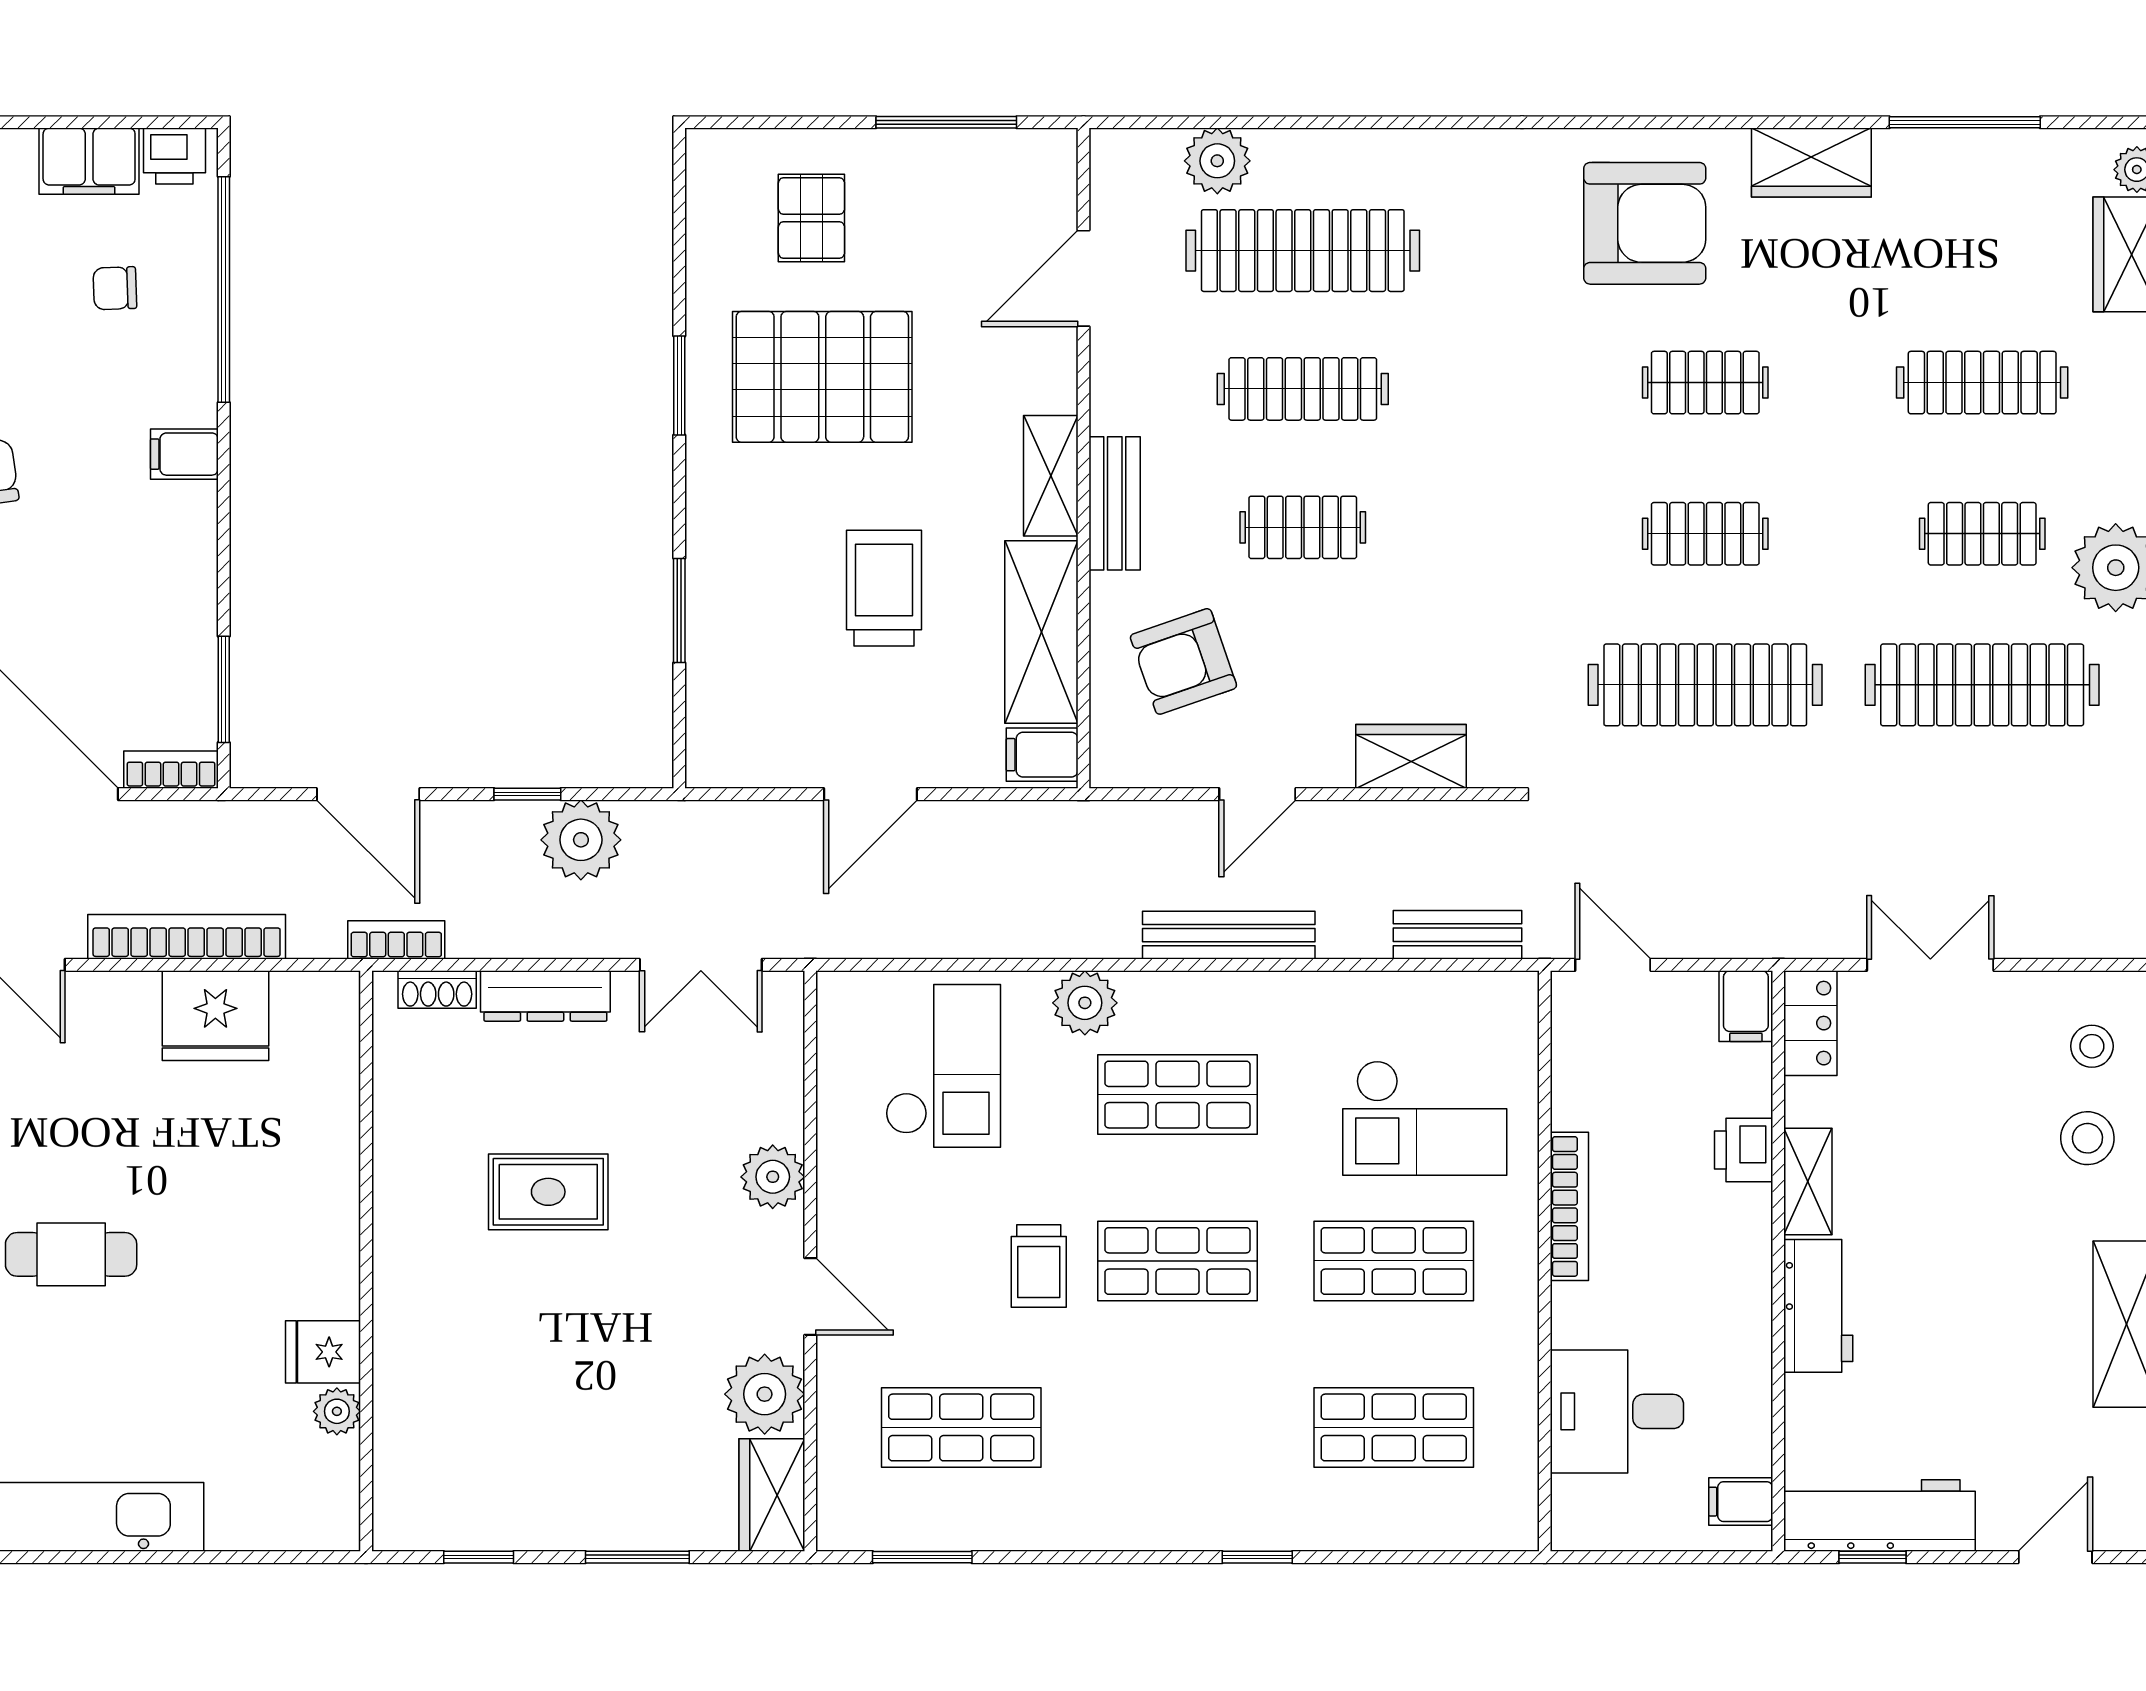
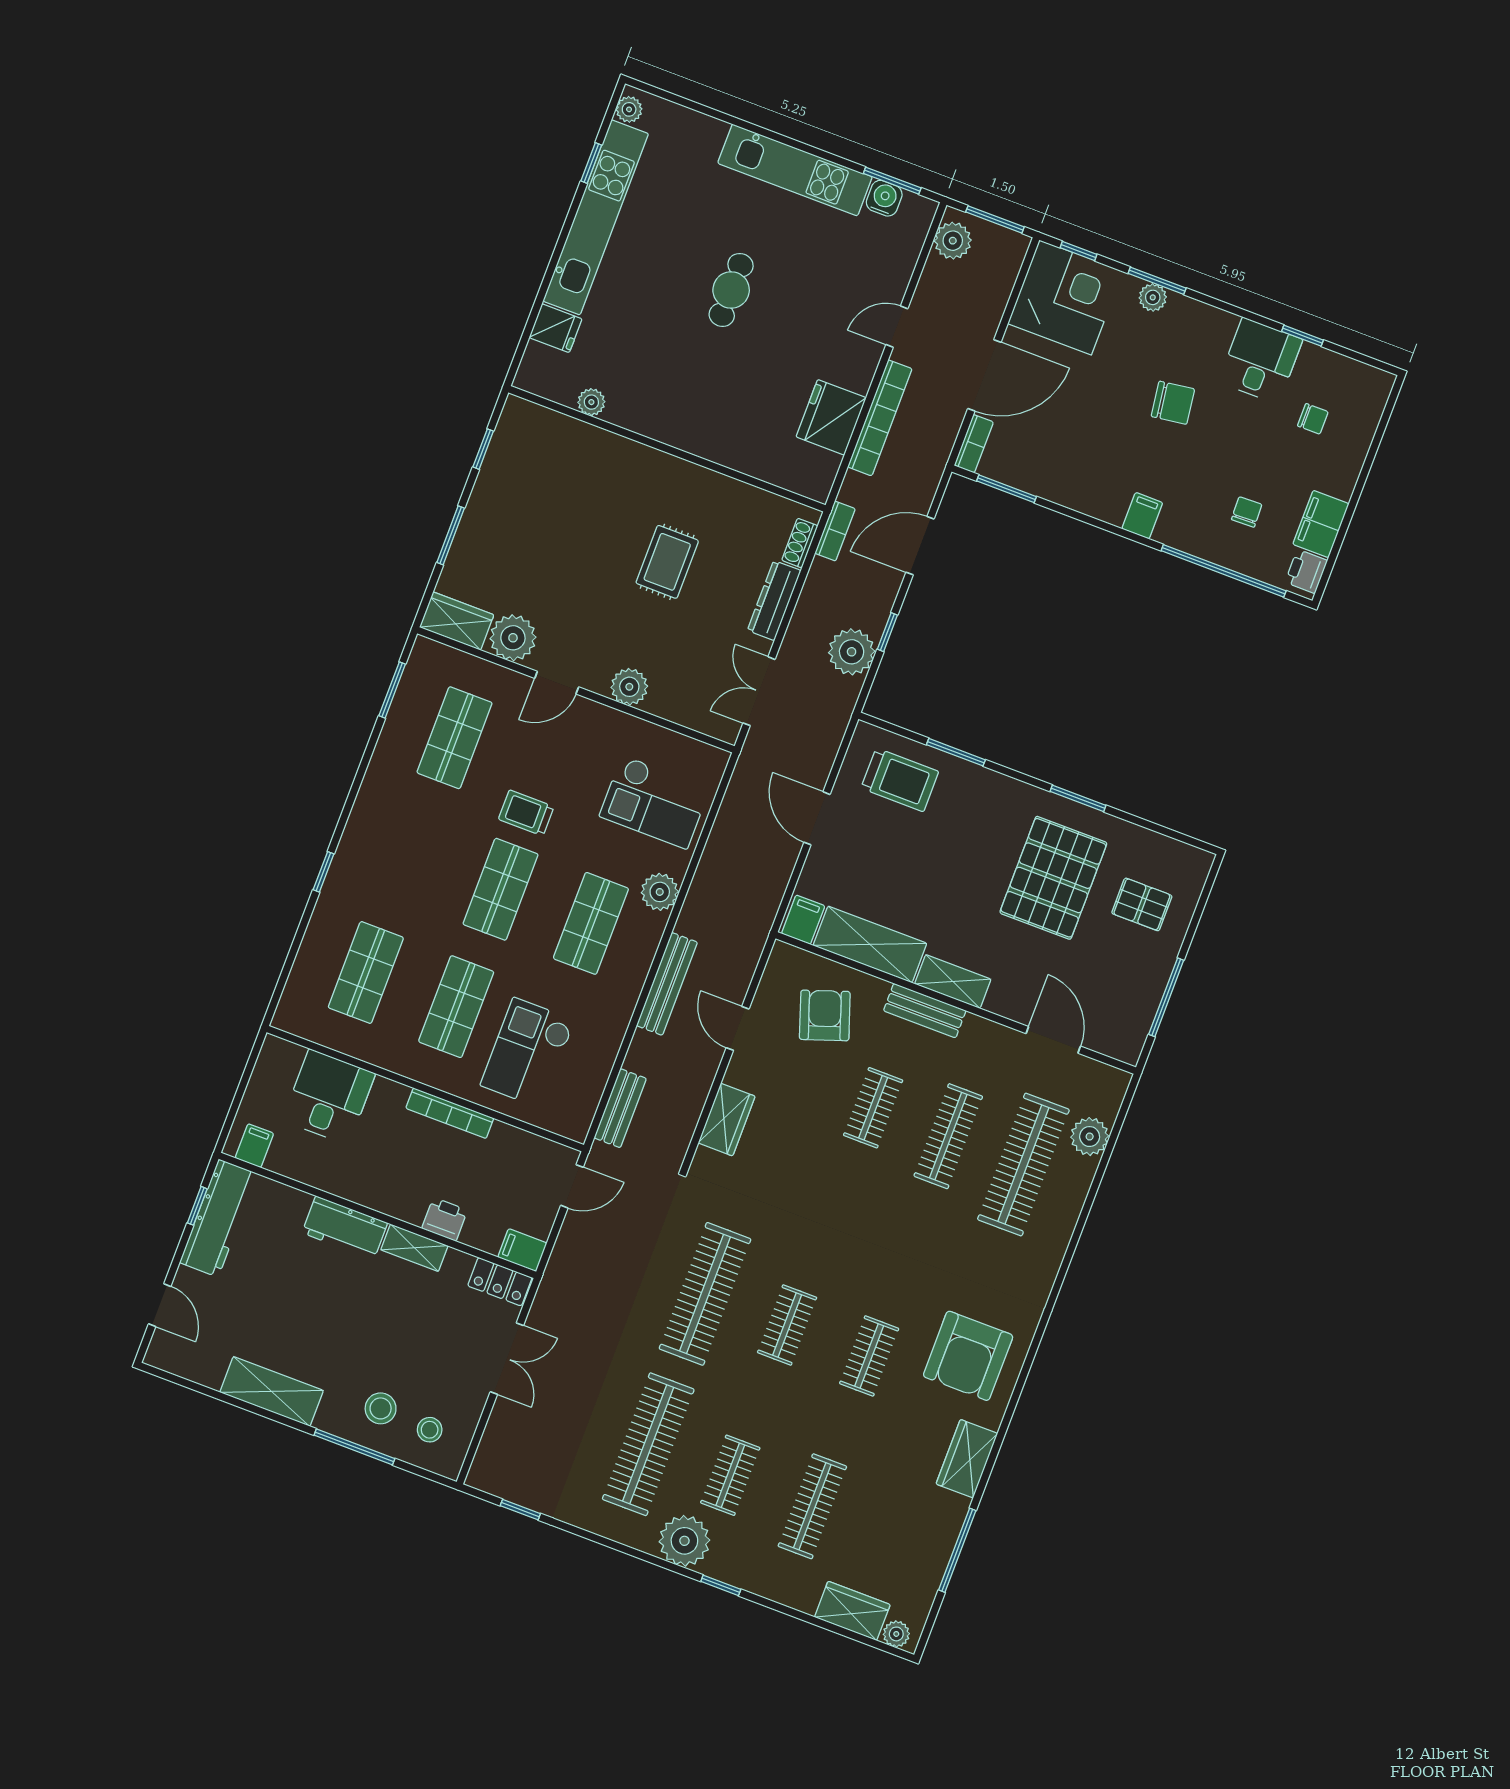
trolley: (884, 588) -> (900, 780), moved
fridge: (323, 1352) -> (556, 328), moved, turned 90

